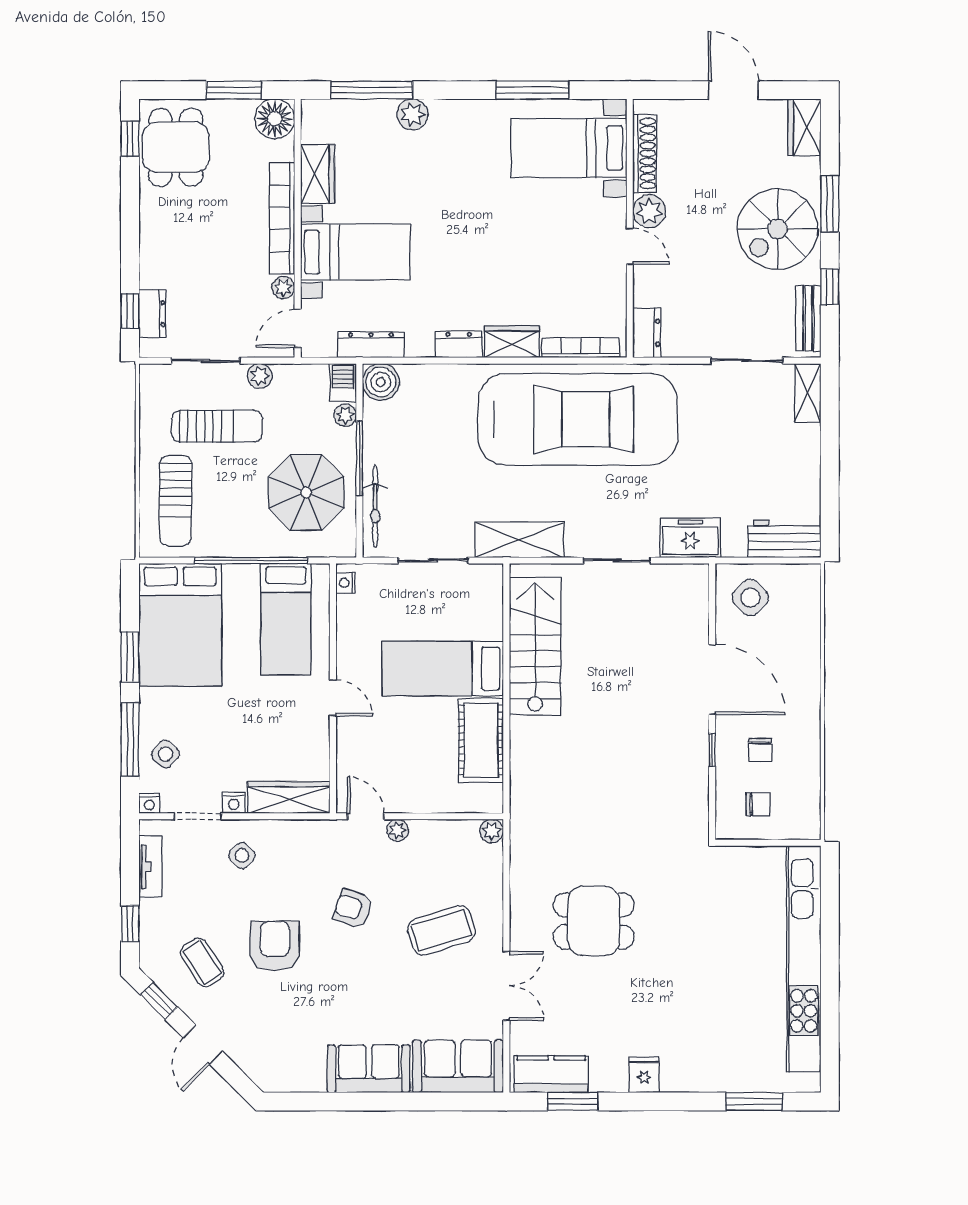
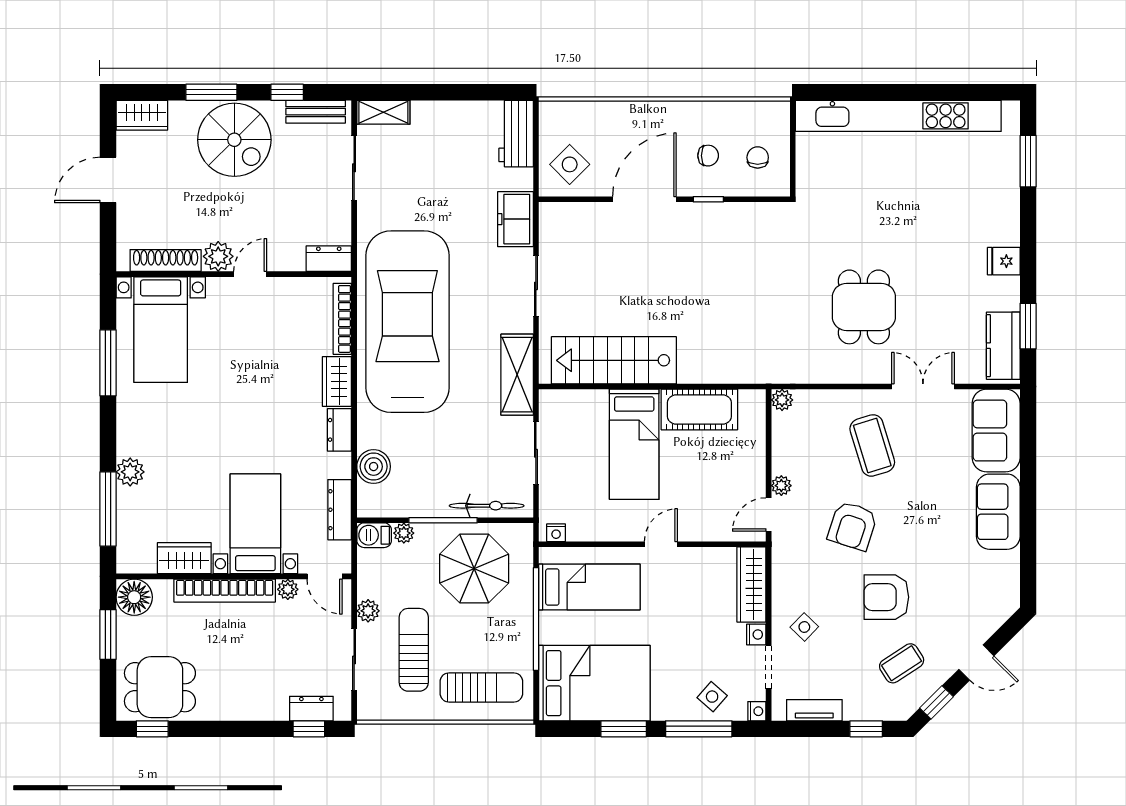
boiler: (381, 382) -> (374, 467), moved
armchair: (353, 908) -> (852, 526), width x1.38, depth x1.38

